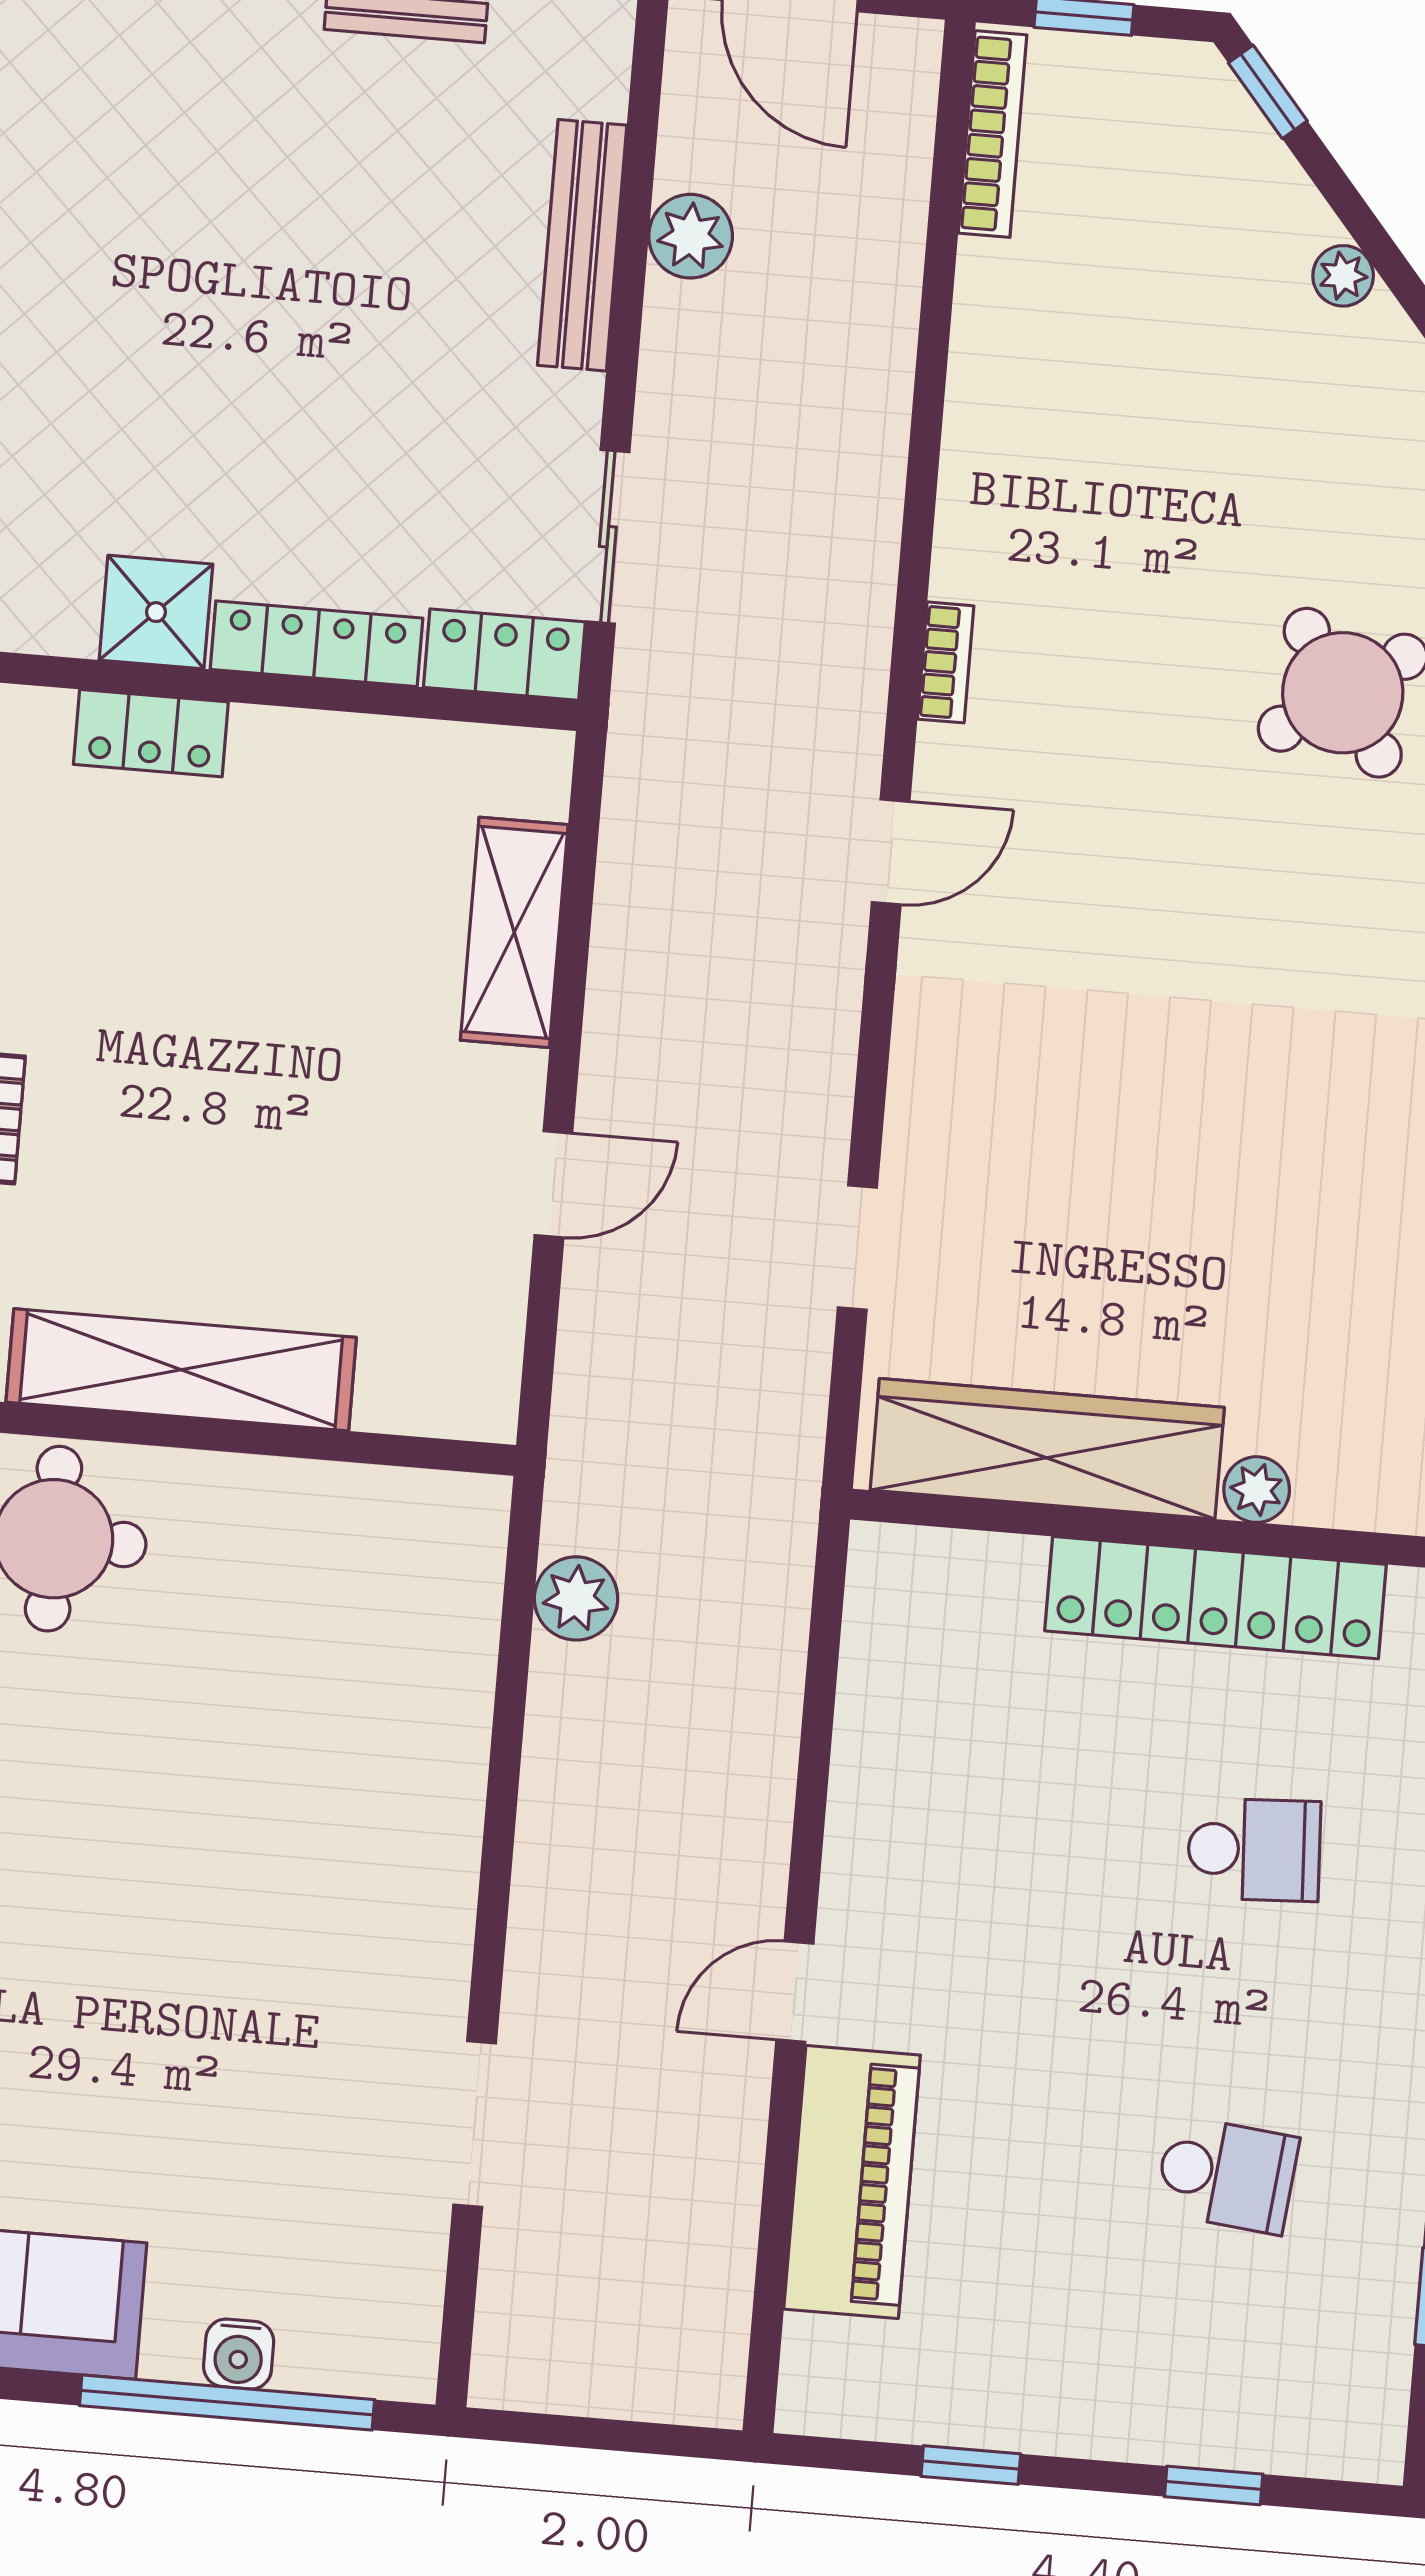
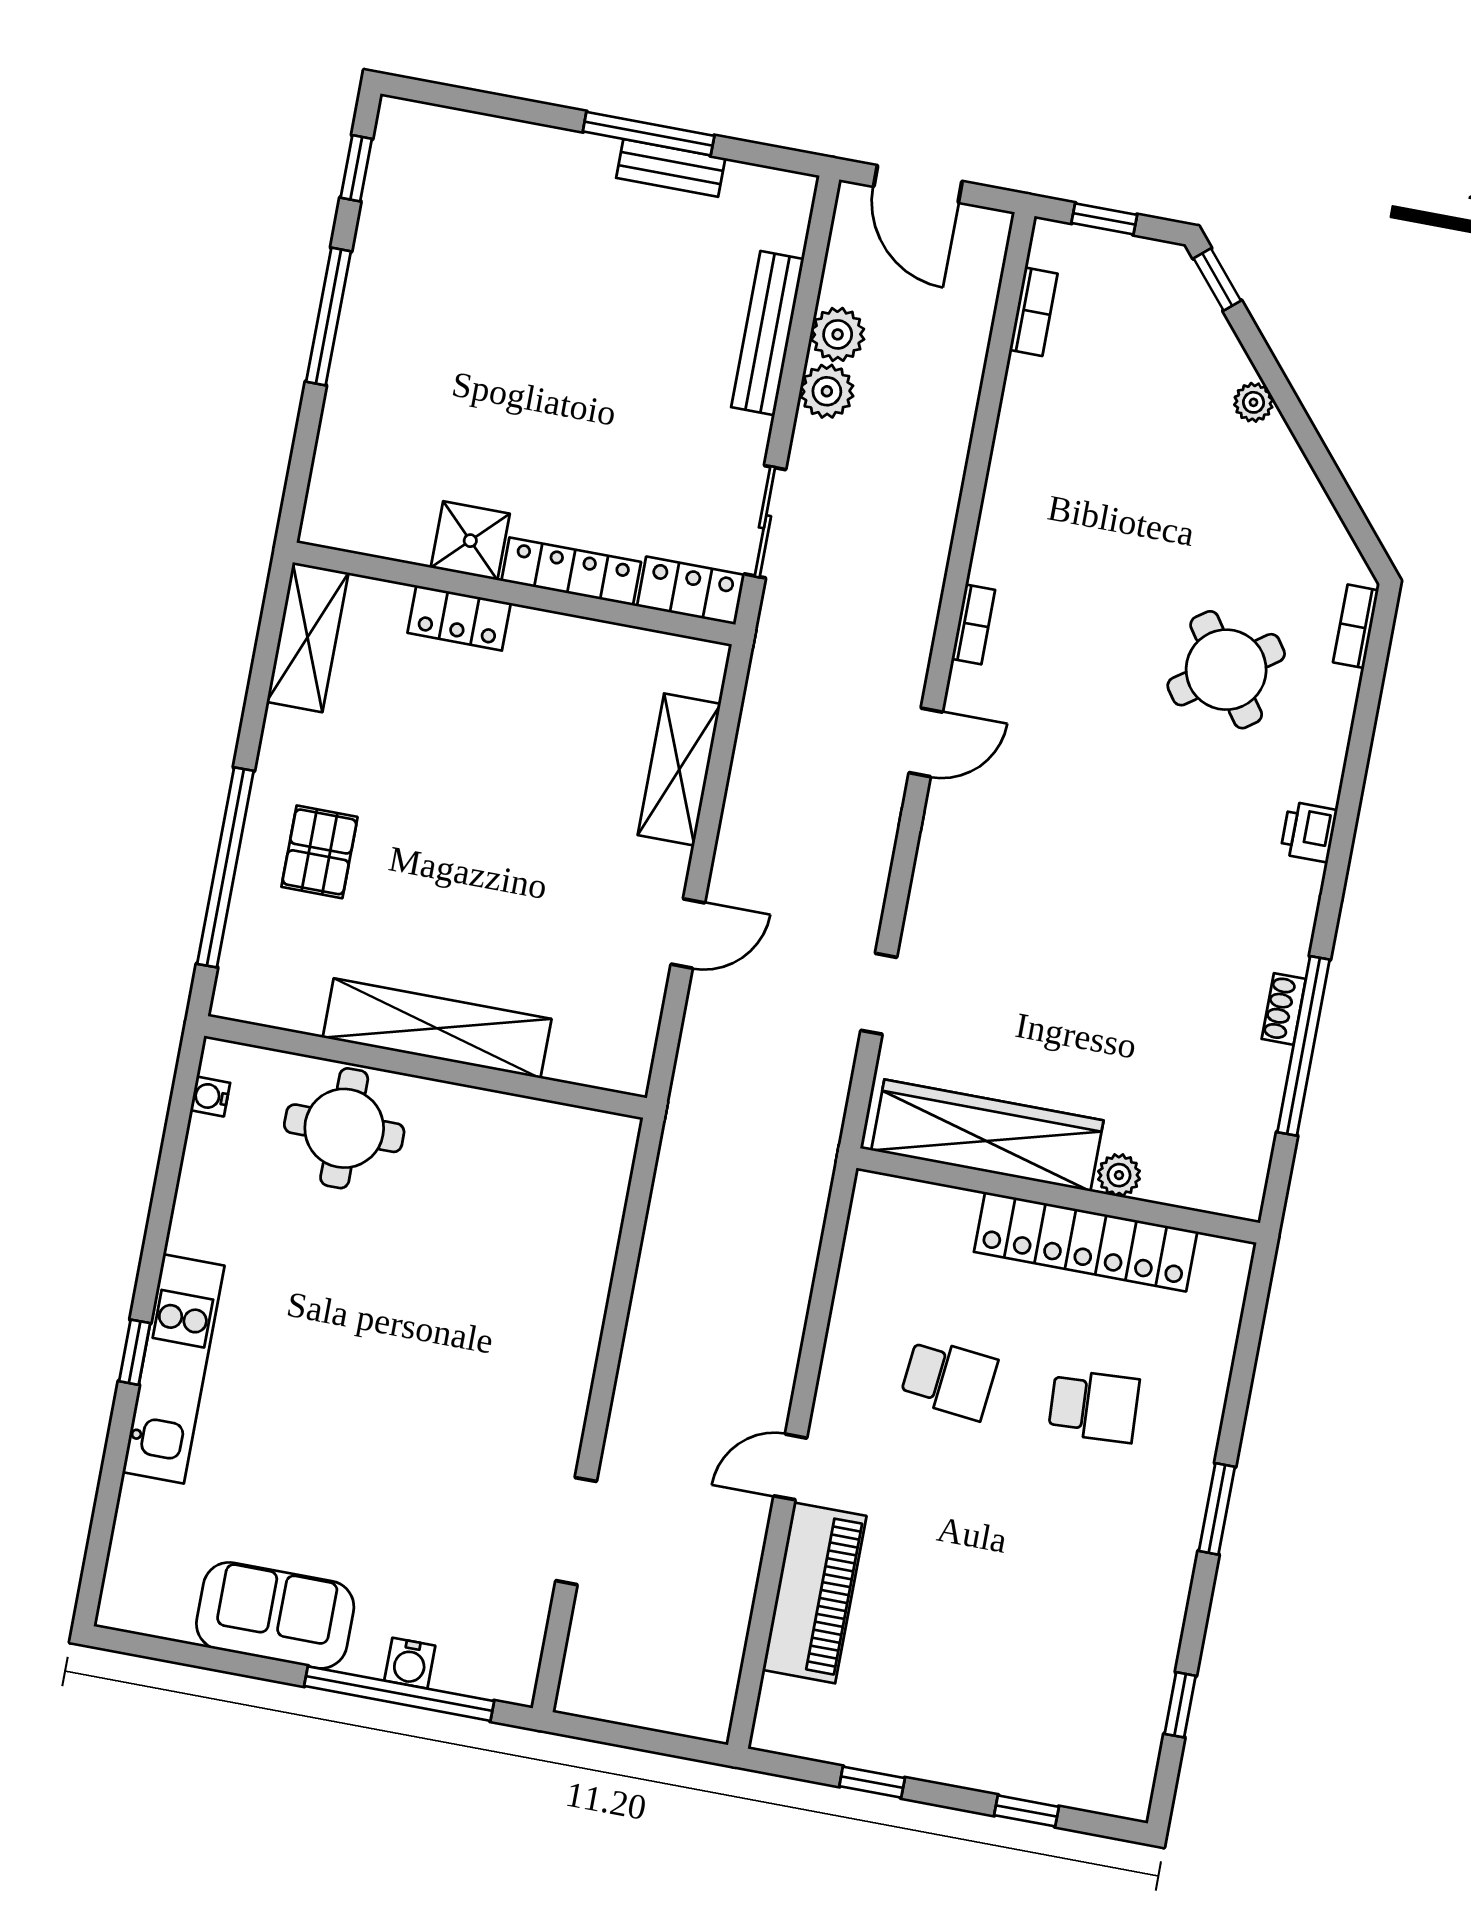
bookcase: (992, 134) -> (1034, 312), width x0.64
plant: (576, 1598) -> (827, 391), moved
school desk: (1227, 2175) -> (949, 1379), moved

